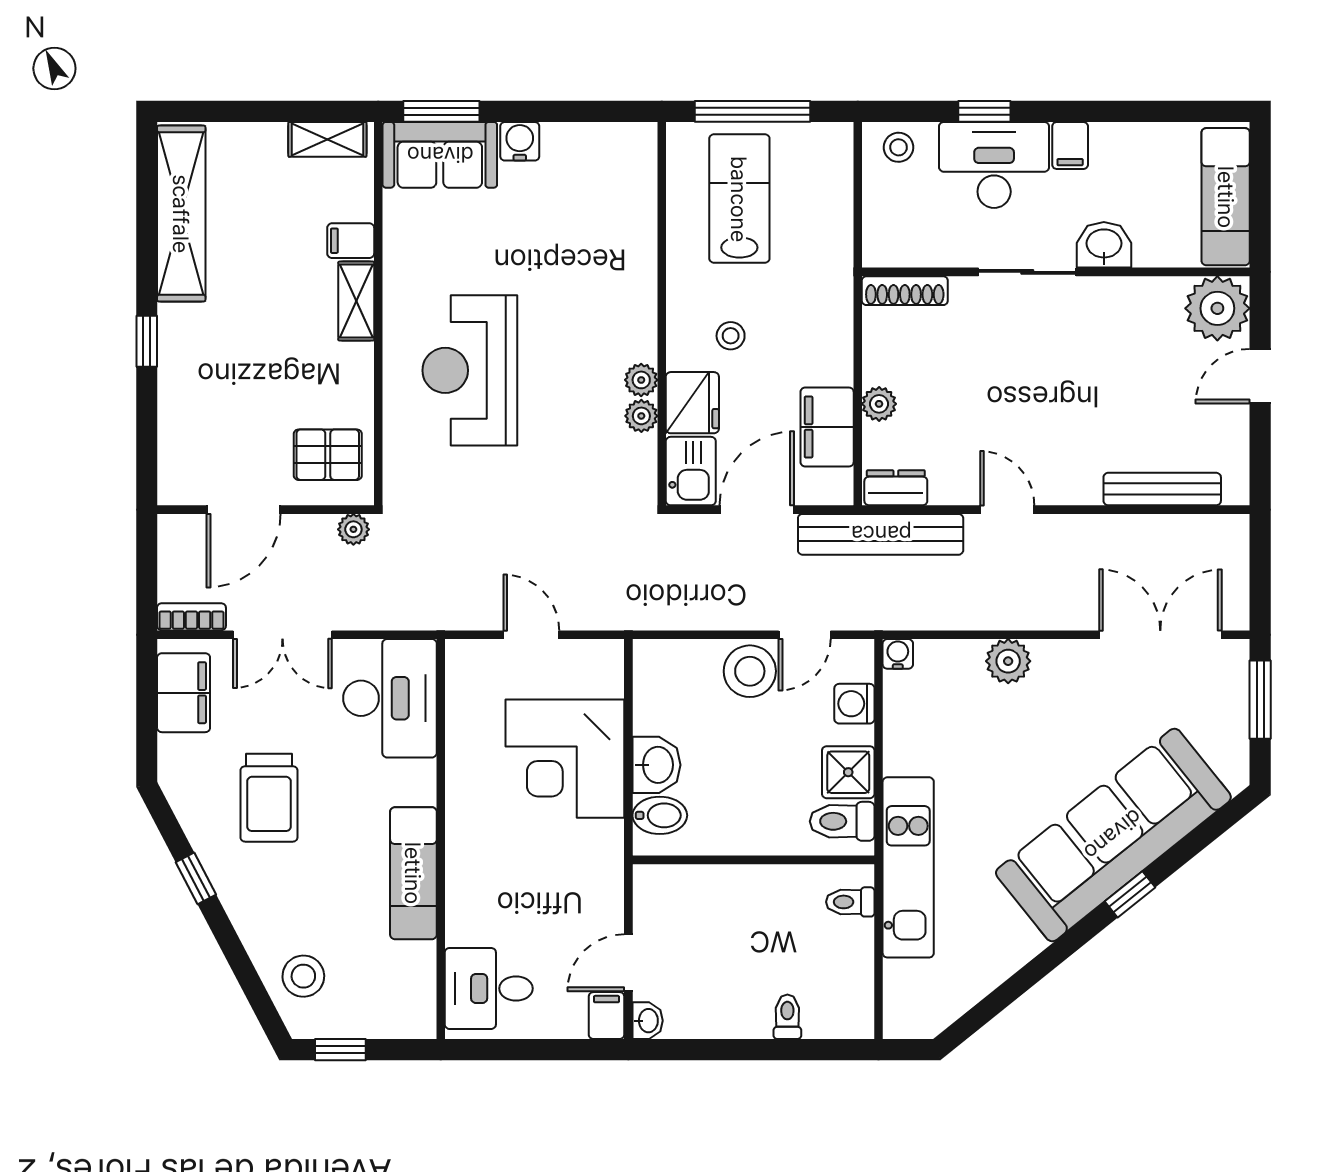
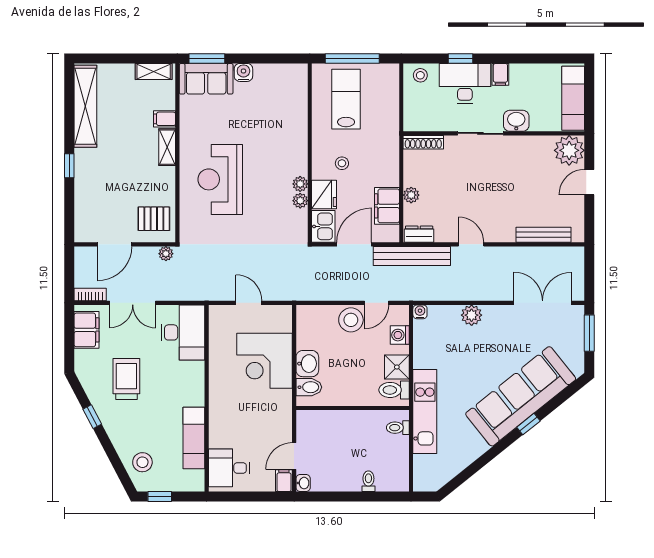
trolley: (269, 798) -> (126, 379), turned 180
exam couch: (413, 873) -> (194, 438), moved

